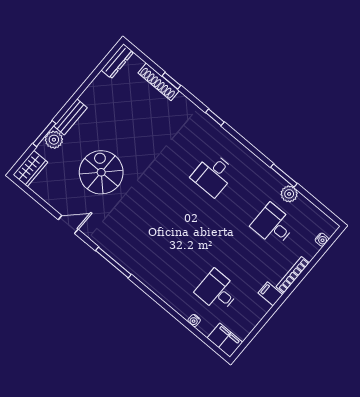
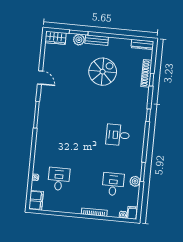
spiral stairs: (101, 172) -> (103, 72), moved
filing cabinet: (270, 294) -> (132, 213), moved

